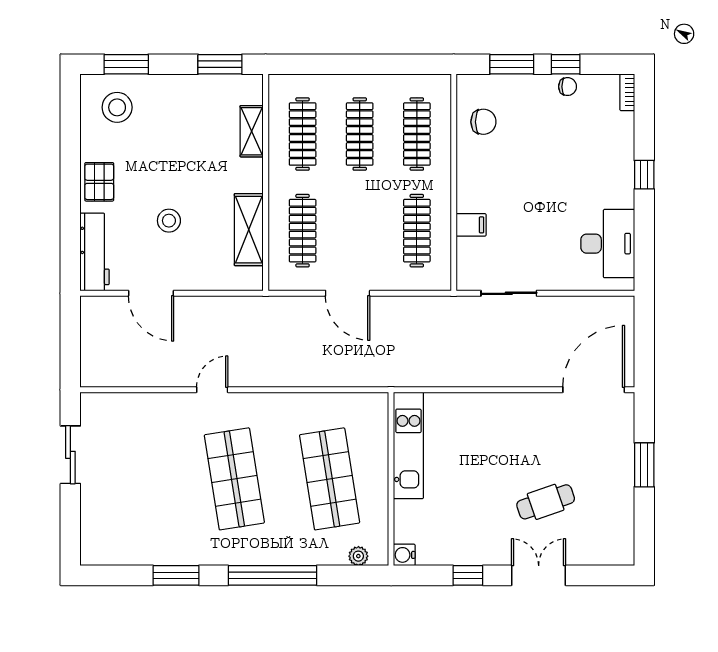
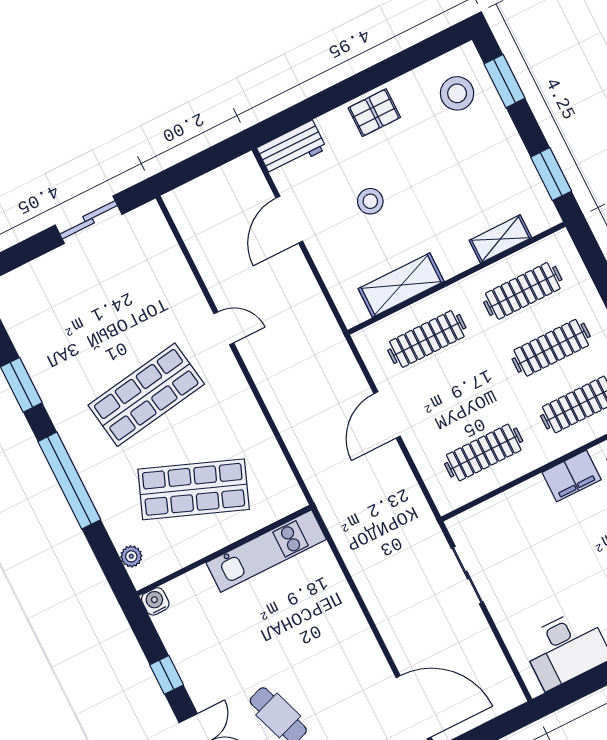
filing cabinet: (471, 225) -> (572, 476), moved, width x2.00
workbench: (95, 252) -> (292, 148), width x0.73
shop shelf: (330, 479) -> (194, 489), turned 30

